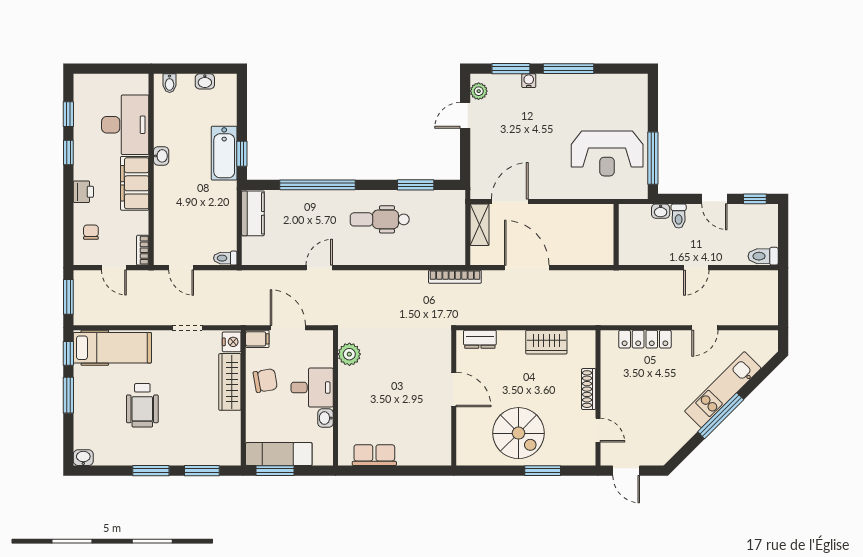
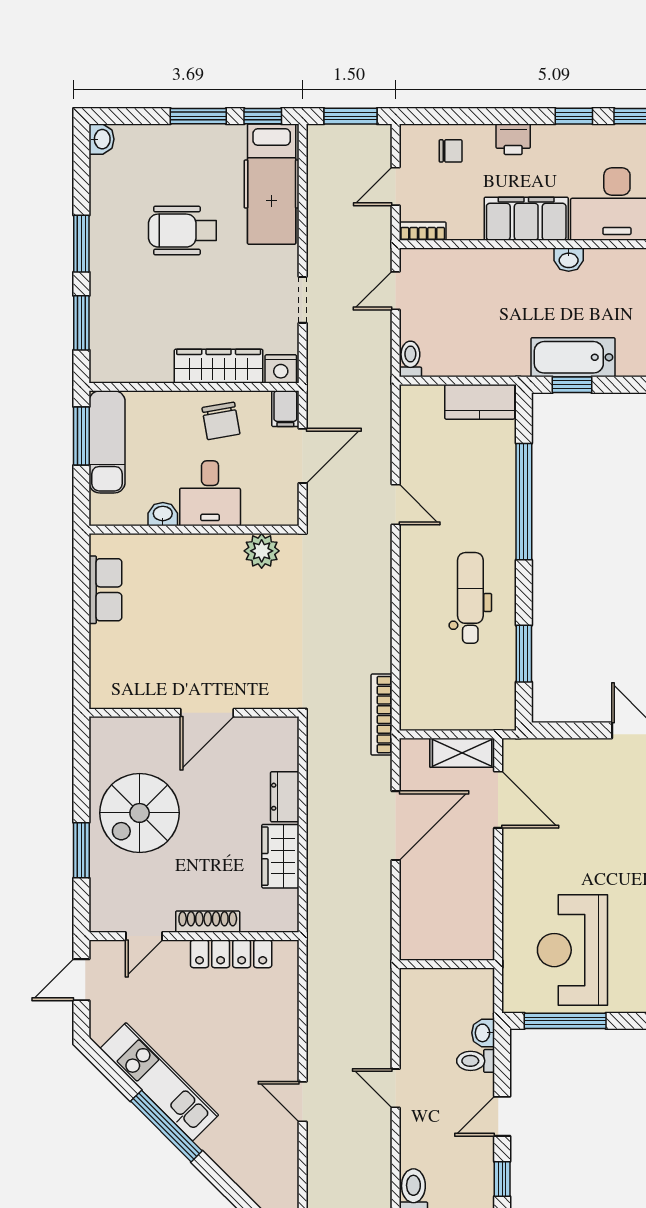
dresser: (480, 339) -> (285, 797), moved
locker: (645, 339) -> (231, 954), moved, turned -90
kitchen unit: (723, 390) -> (159, 1082), moved

